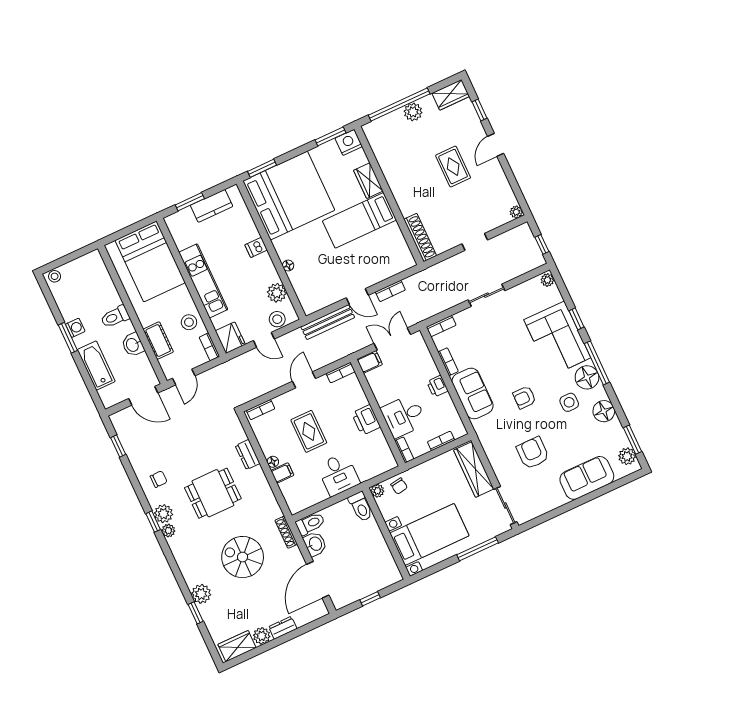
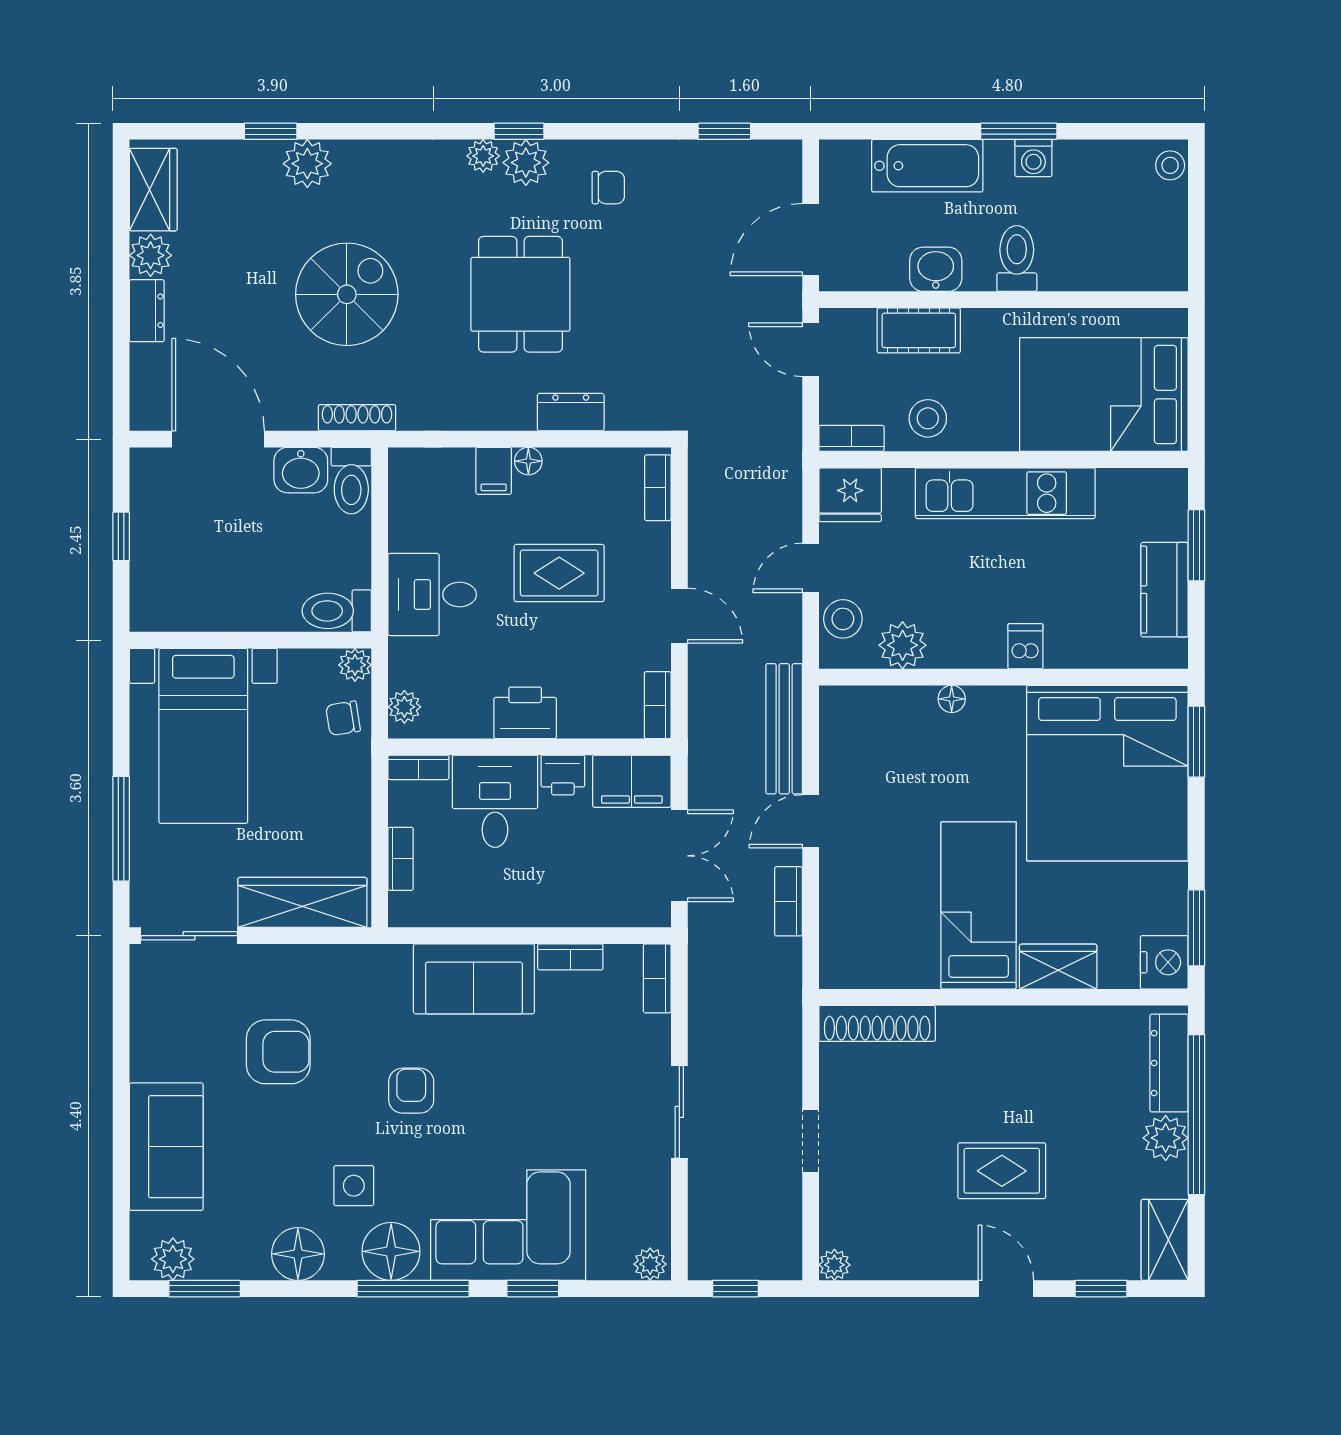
dresser: (385, 123) -> (1169, 1063), added
filing cabinet: (370, 362) -> (632, 781), width x2.00
printer: (437, 386) -> (563, 775), moved, turned 180
plant: (384, 465) -> (404, 707), added
chair: (159, 479) -> (608, 188), turned -90

